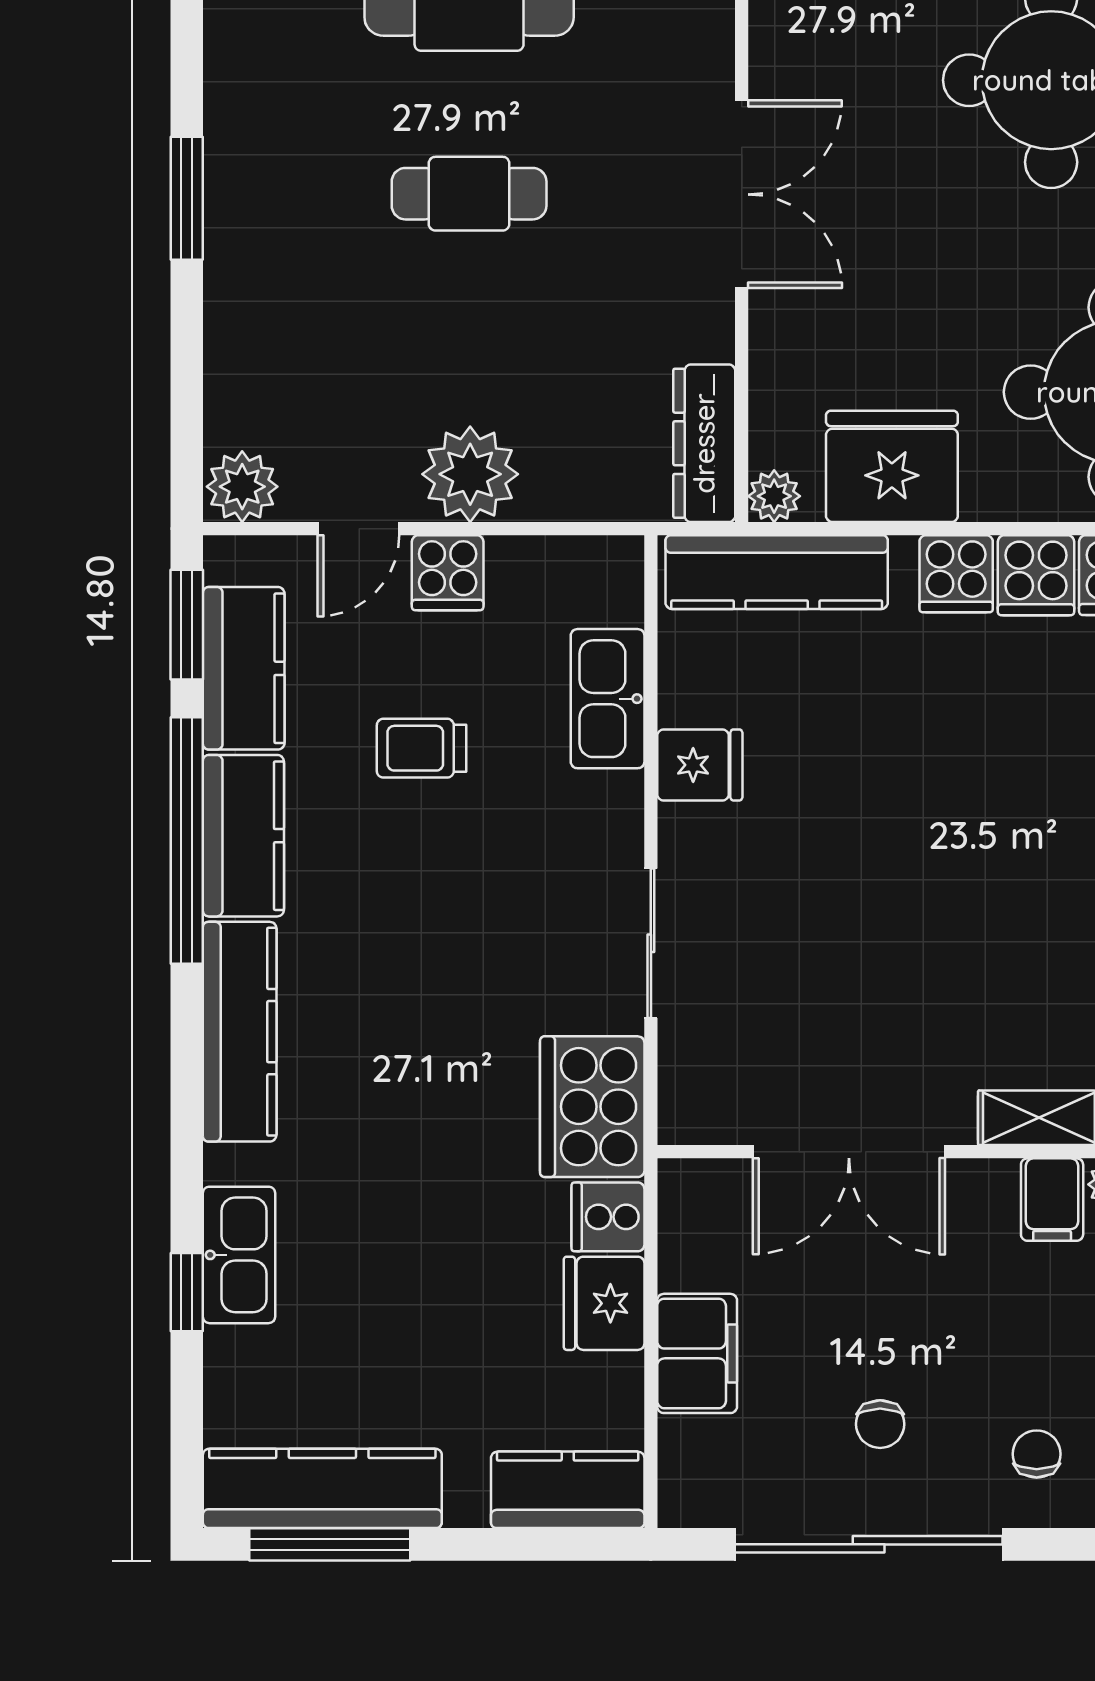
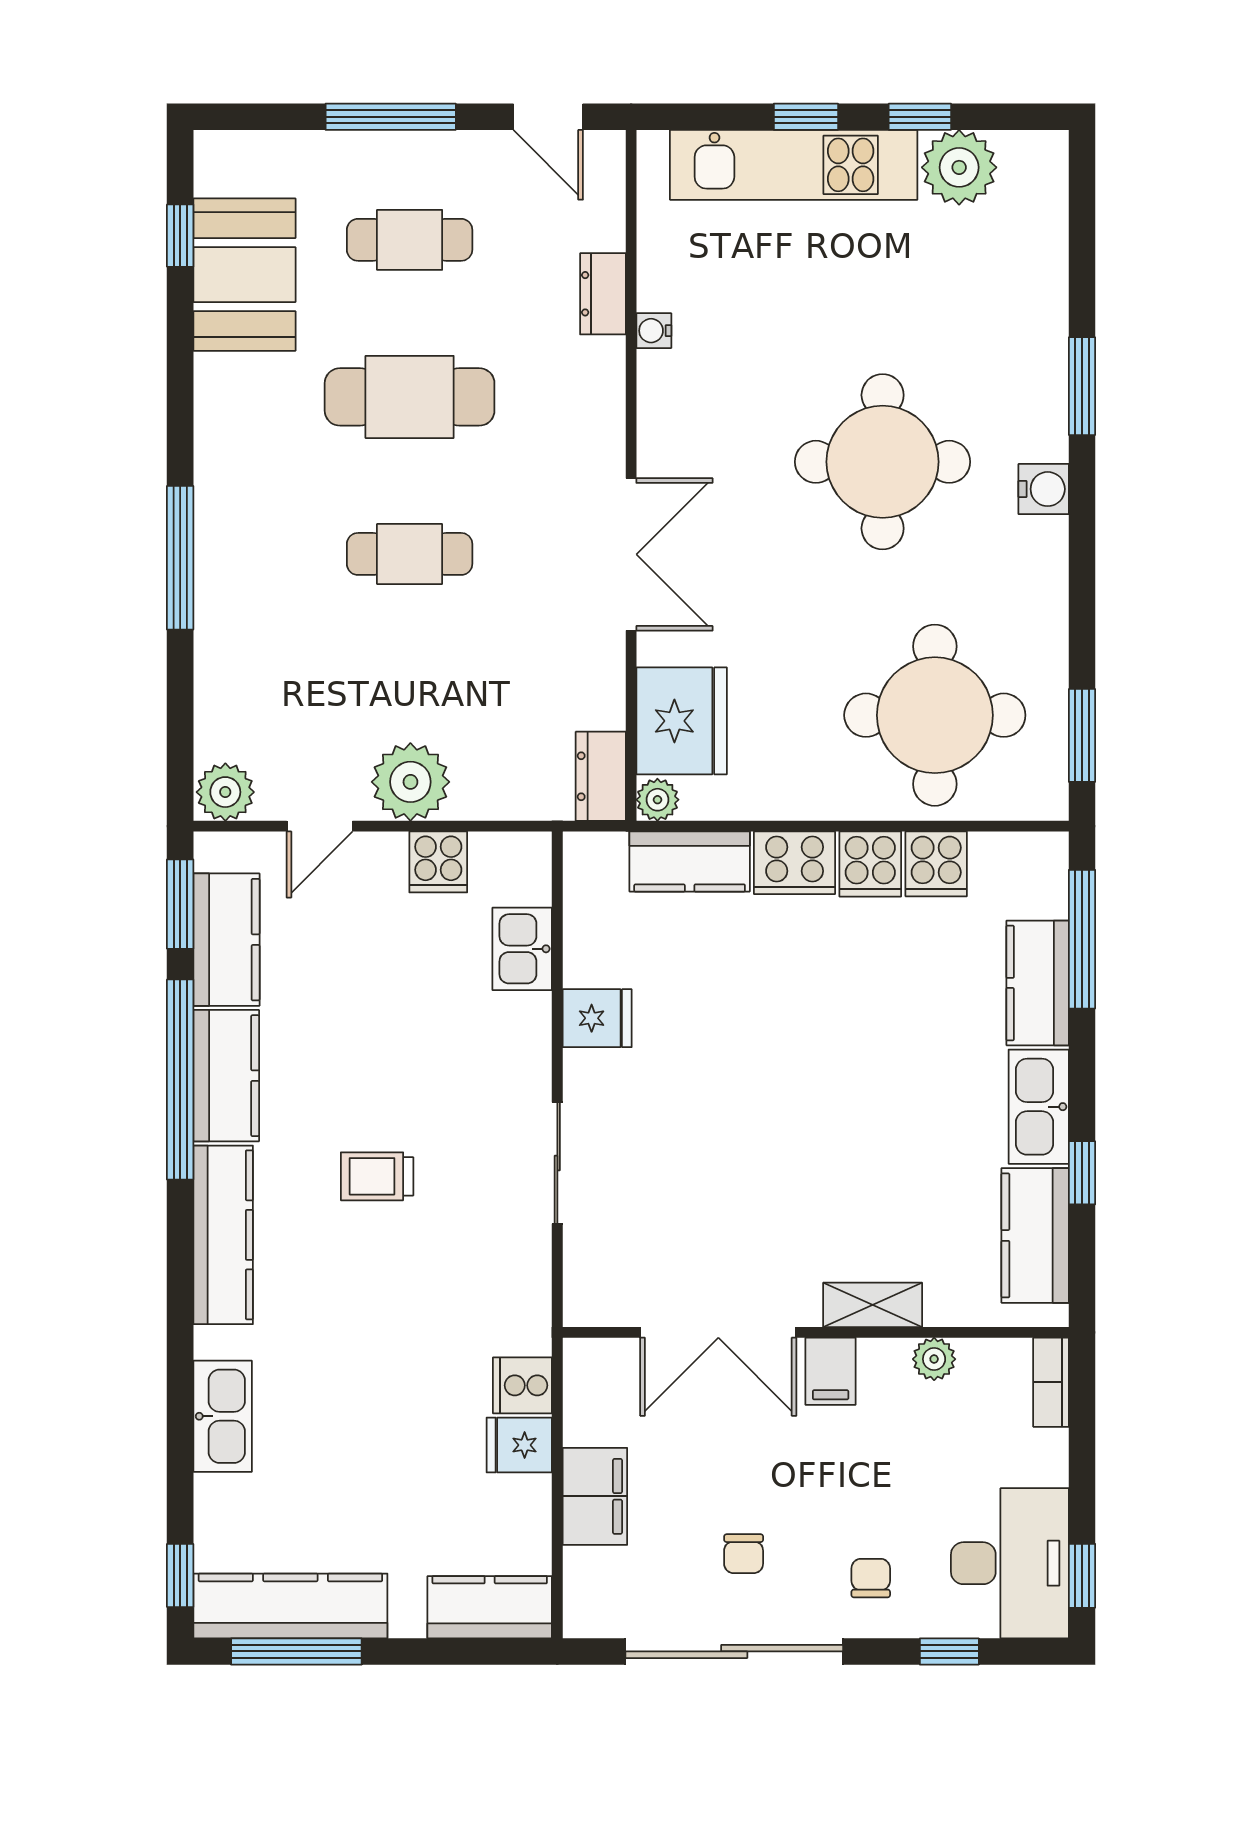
window: (187, 198) -> (180, 558), width x1.44
dresser: (704, 443) -> (601, 776), width x0.70
fridge: (892, 466) -> (682, 721), moved, turned 90
kitchen counter: (777, 572) -> (690, 861), width x0.67
cooker: (448, 573) -> (438, 862), moved
cooker: (956, 574) -> (795, 863), width x1.36
kitchen sink: (608, 699) -> (522, 949), width x0.73
trolley: (422, 748) -> (377, 1176), moved
cooker: (592, 1107) -> (510, 1296), removed
filing cabinet: (1052, 1200) -> (831, 1371), moved
window: (187, 1292) -> (180, 1575), moved
fridge: (604, 1303) -> (519, 1445), width x0.72

